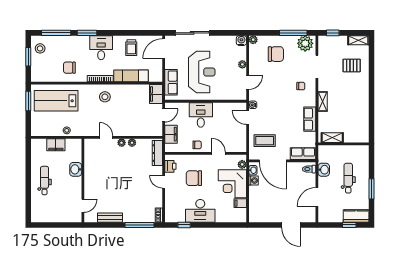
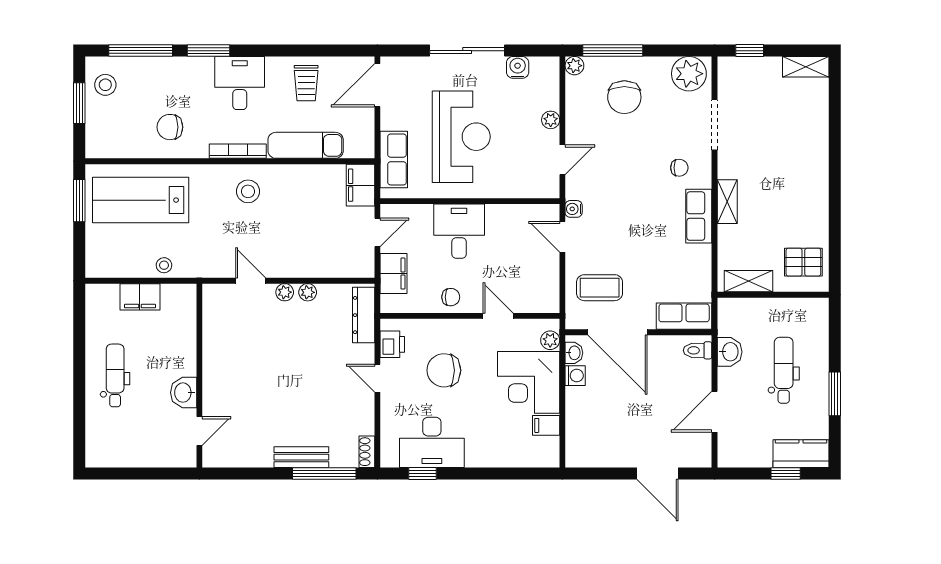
sliding door: (192, 33) -> (467, 51), moved
window: (293, 33) -> (613, 51), moved
water cooler: (241, 41) -> (518, 67), moved
chair: (276, 54) -> (624, 97), turned 90
pallet: (352, 66) -> (803, 262), moved
row of seats: (310, 119) -> (699, 216), moved
washbasin: (76, 169) -> (184, 393), moved
desk: (200, 211) -> (432, 442), moved
bench: (110, 218) -> (301, 457), moved

